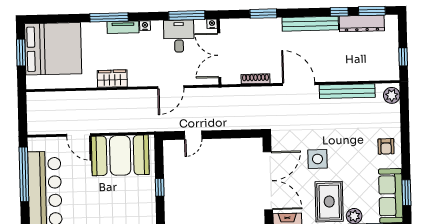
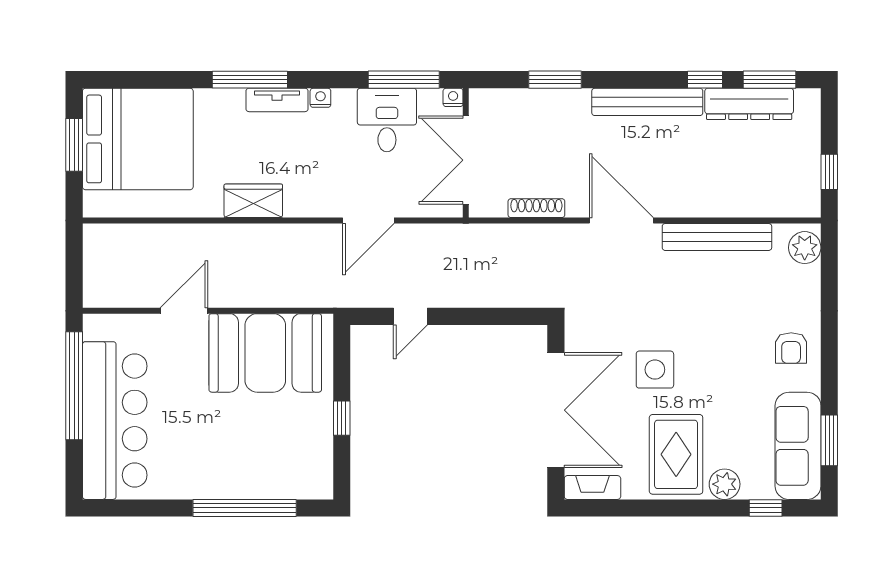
door: (79, 135) -> (184, 311), swing flipped

